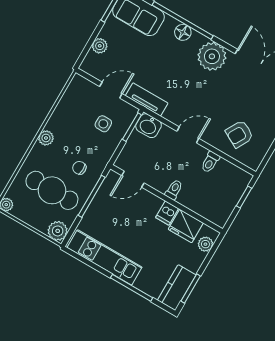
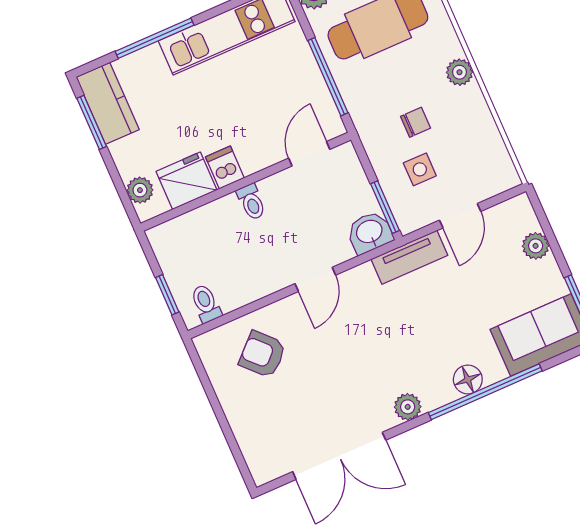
plant: (212, 56) -> (408, 407), width x0.53, depth x0.53
armchair: (239, 134) -> (262, 354), turned -73
toilet: (210, 162) -> (206, 304), moved
chair: (79, 168) -> (416, 122), moved

